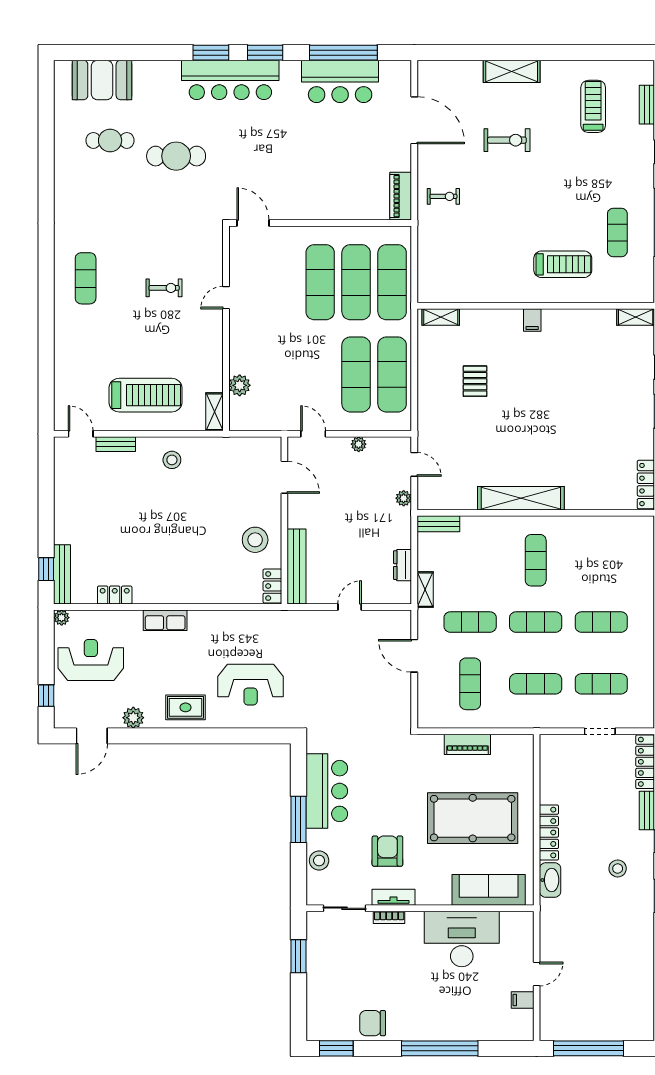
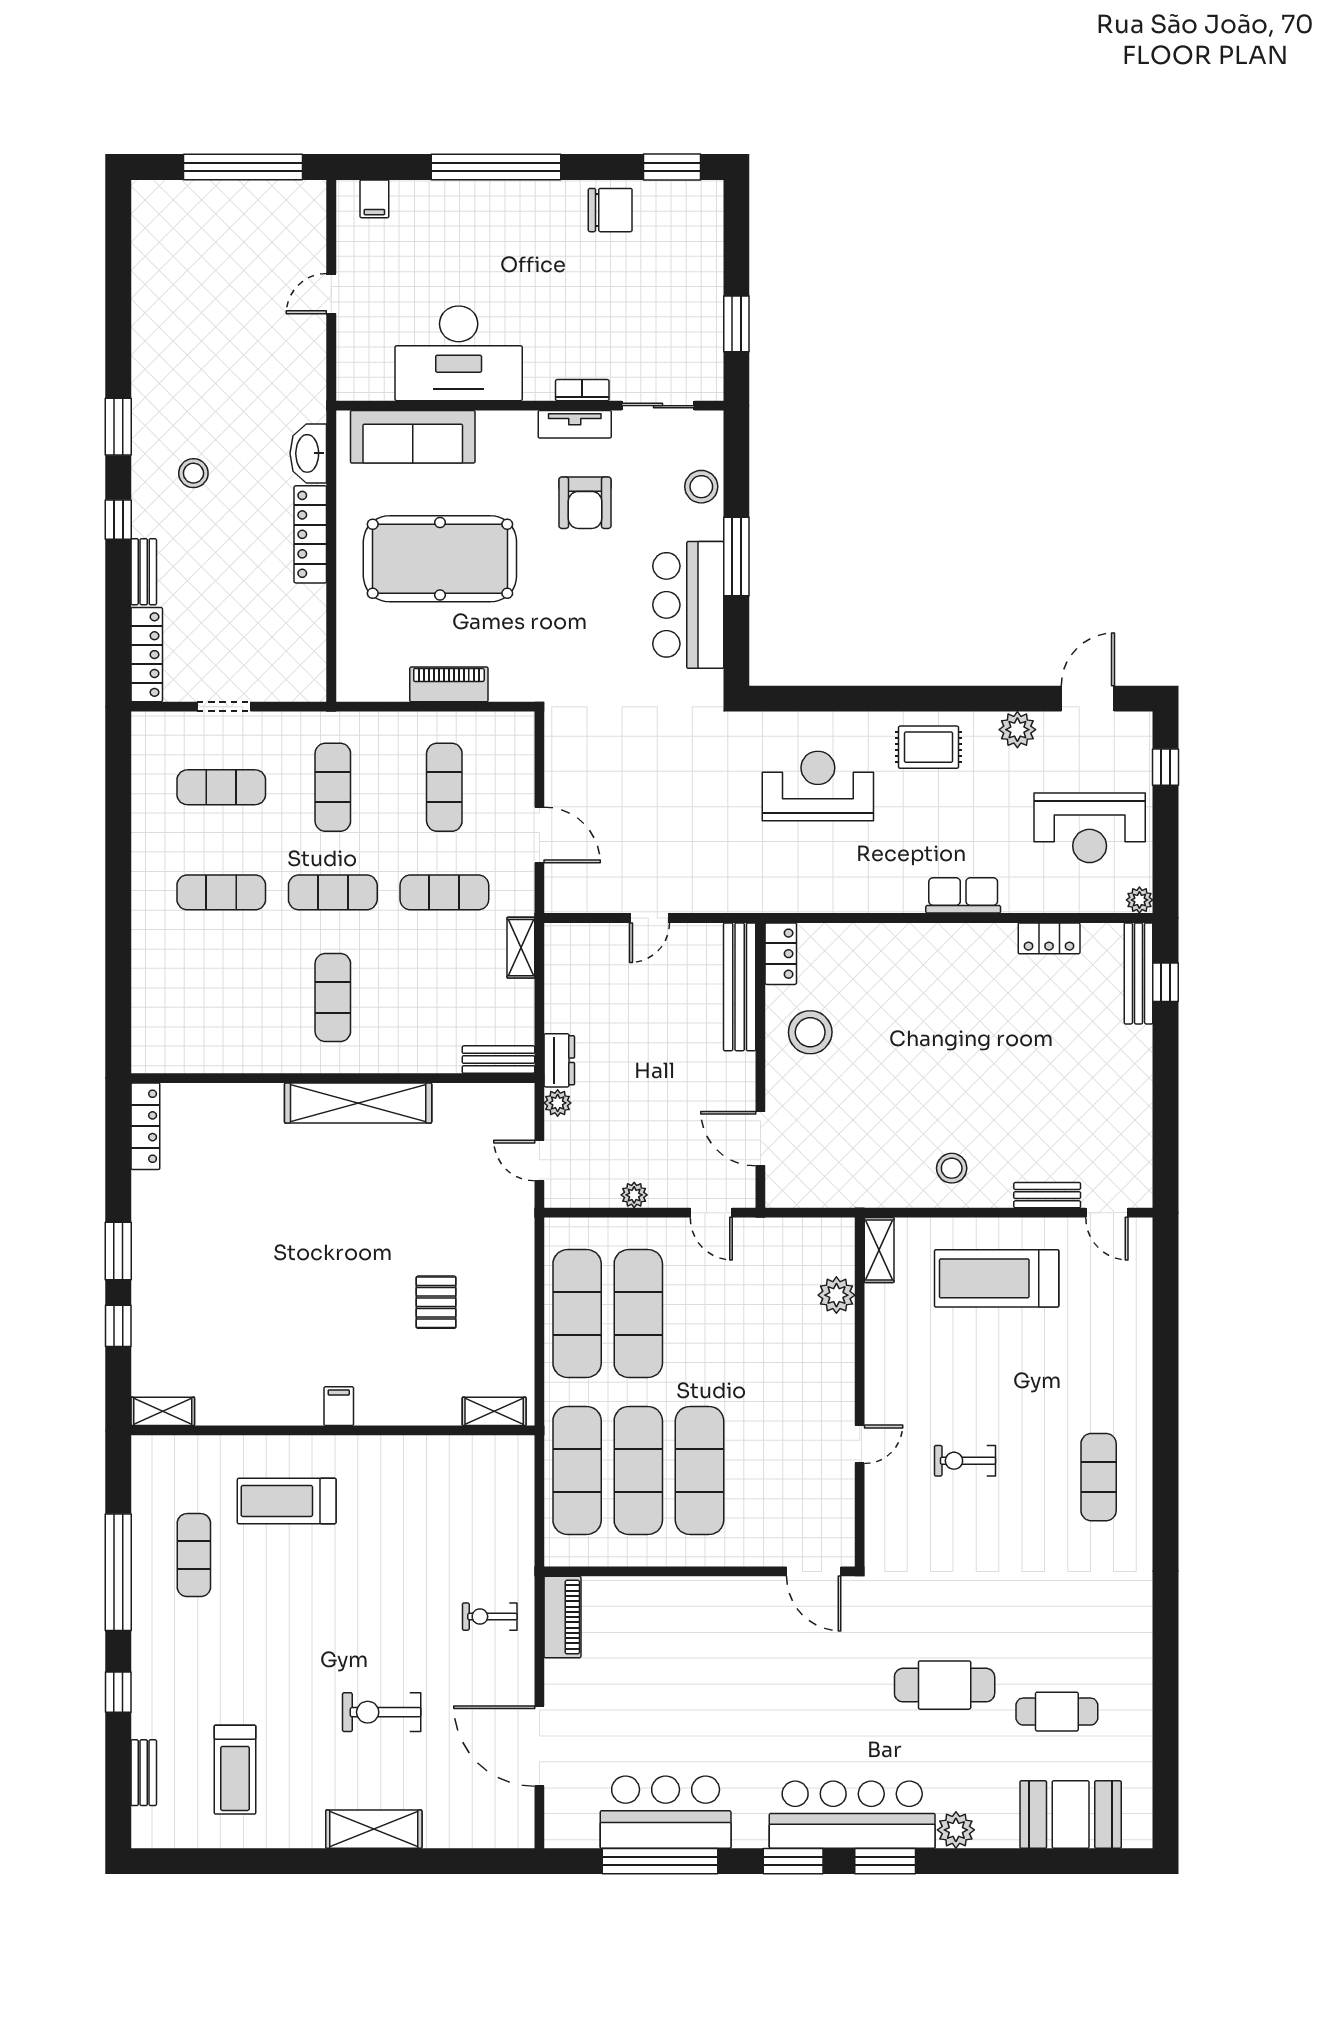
plant: (169, 71) -> (956, 1830), added
dresser: (403, 565) -> (559, 1060), moved
exercise mat: (536, 684) -> (333, 787), turned 90
filing cabinet: (523, 1000) -> (374, 199), moved, turned 90

